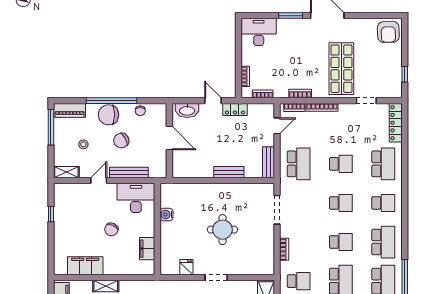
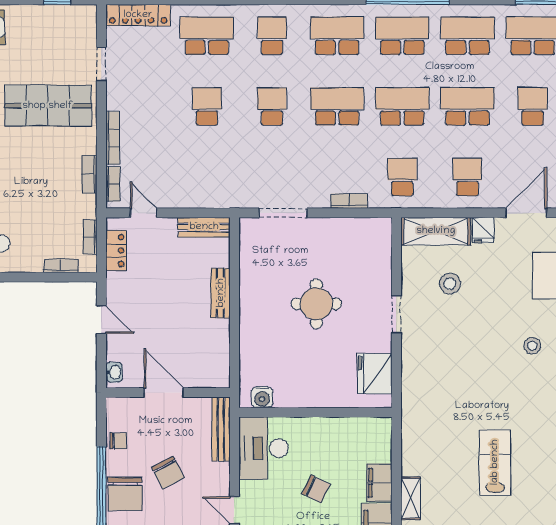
door: (213, 101) -> (101, 320), swing flipped
locker: (235, 109) -> (116, 251), moved
washbasin: (187, 110) -> (114, 372), width x0.52, depth x0.69
door: (169, 138) -> (164, 392), hinge flipped
school desk: (299, 164) -> (207, 177), removed
bench: (129, 172) -> (221, 429), moved
water cooler: (166, 215) -> (262, 397), moved
school desk: (341, 242) -> (337, 106), width x1.85
filing cabinet: (147, 249) -> (379, 483), moved, turned 90
fridge: (186, 267) -> (375, 374), width x1.88, depth x1.34

